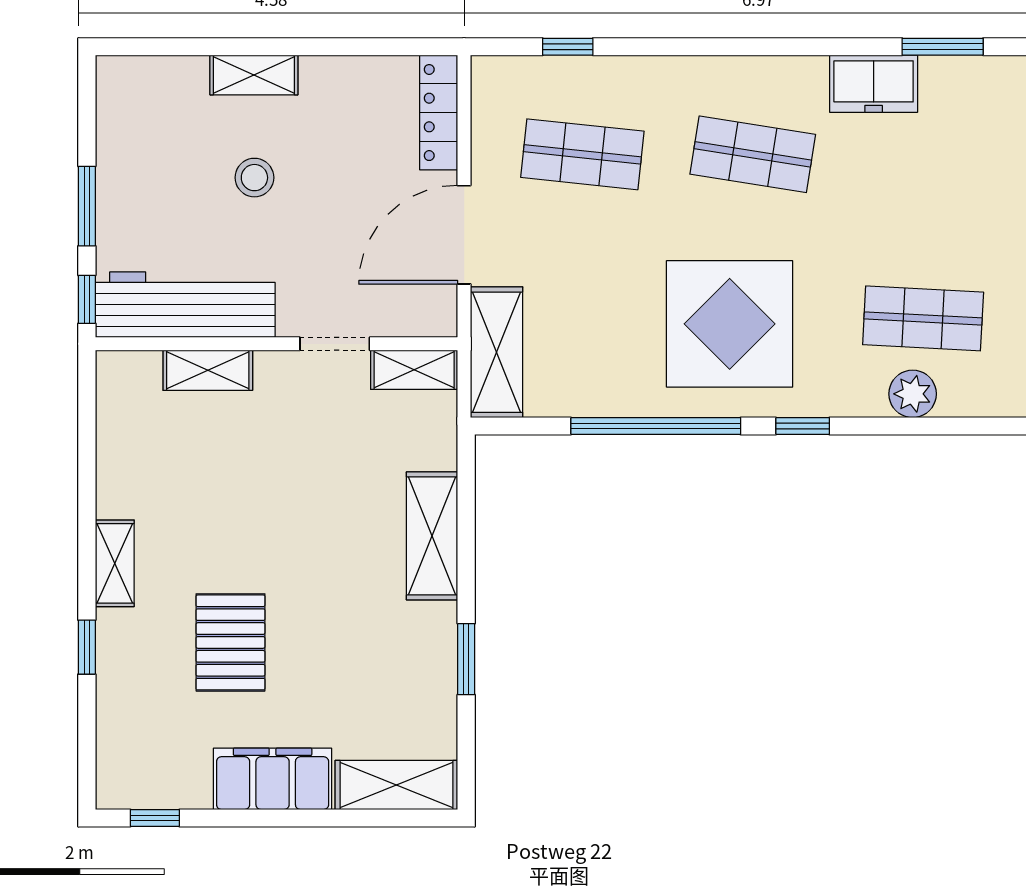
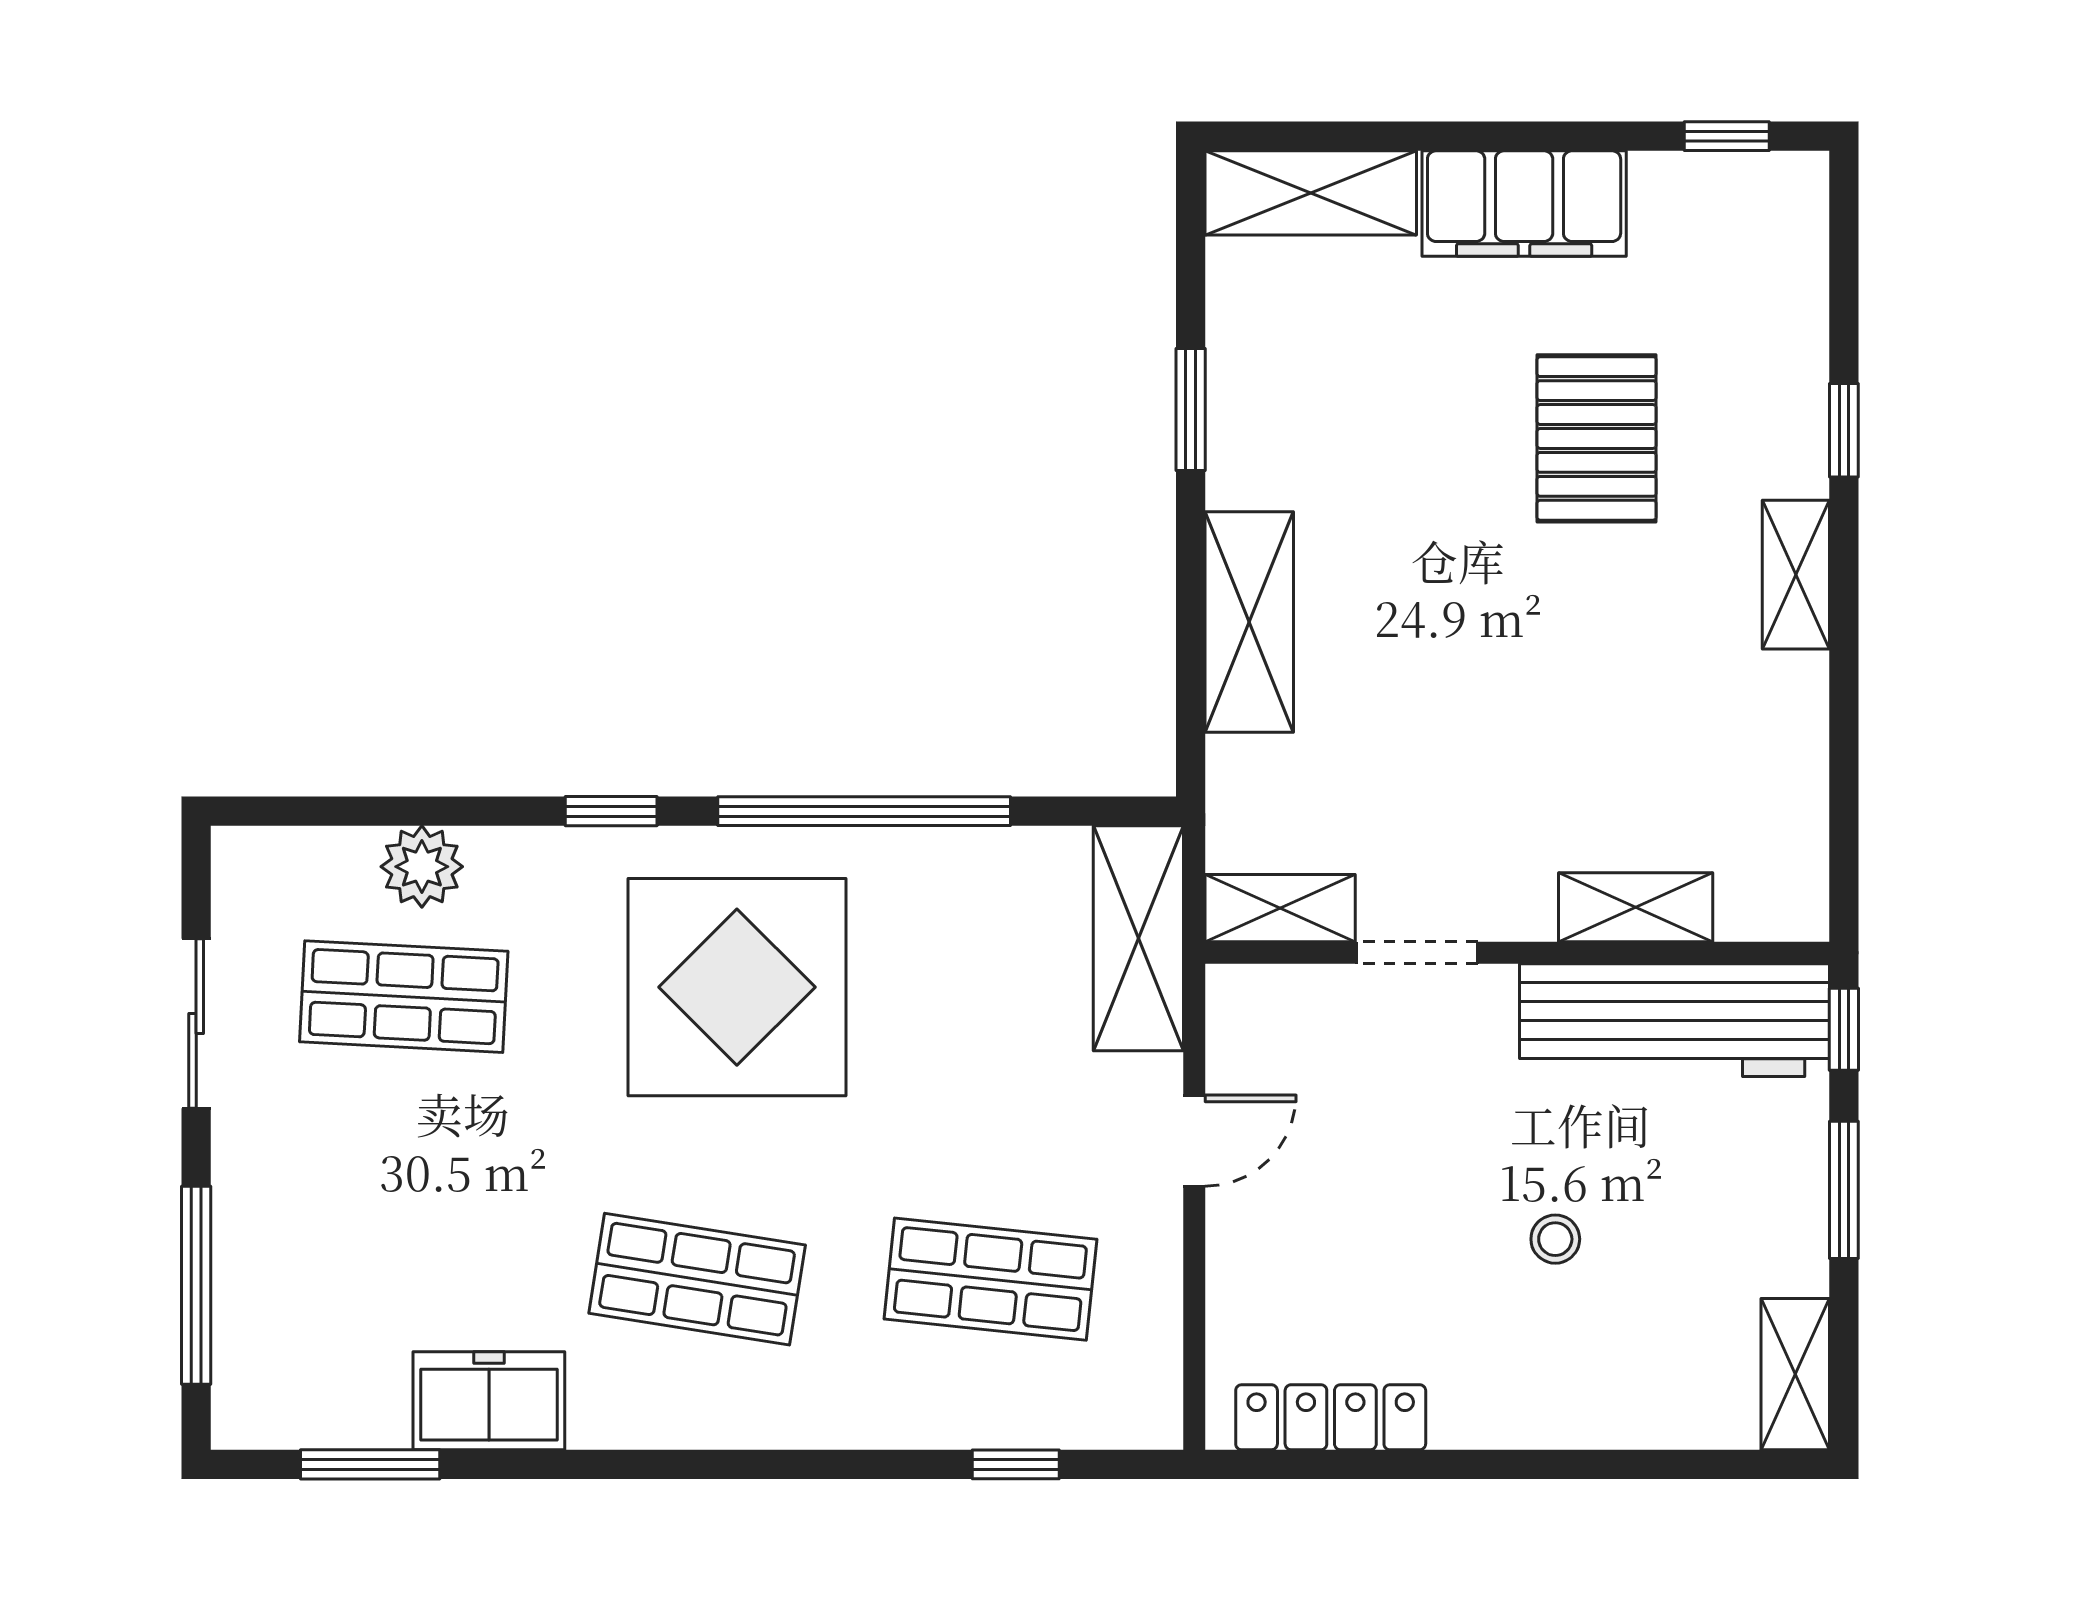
shelving: (254, 75) -> (1795, 1374), moved, turned 90
locker: (439, 113) -> (1331, 1417), moved, turned -90
stool: (254, 178) -> (1555, 1239), width x0.73, depth x0.73
door: (464, 235) -> (1194, 1141), width x0.53

